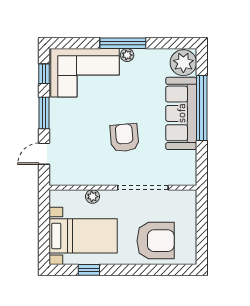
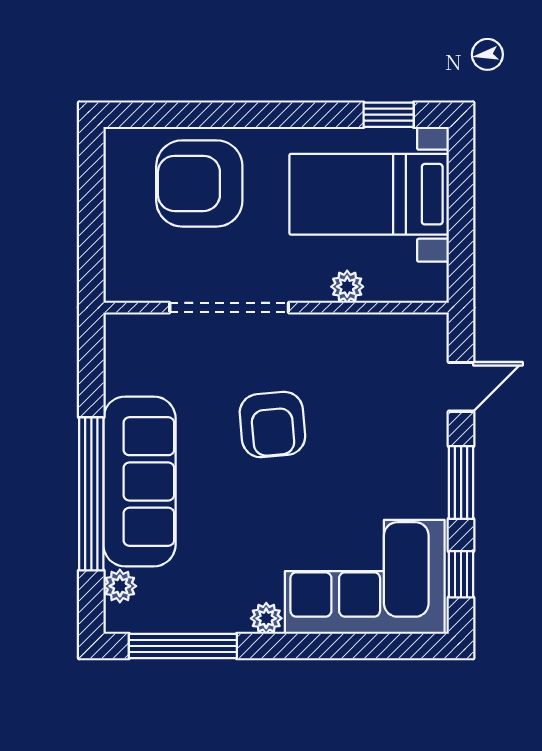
window: (123, 43) -> (183, 646), moved
plant: (183, 63) -> (120, 586), width x0.53, depth x0.53
window: (89, 270) -> (389, 115), moved

